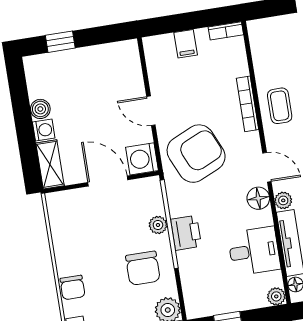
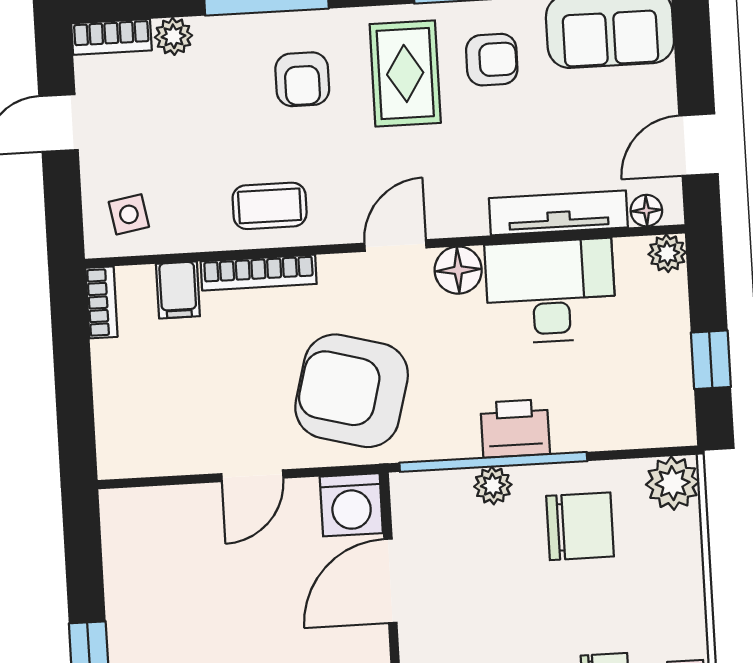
side table: (269, 40) -> (129, 214), added
filing cabinet: (186, 44) -> (178, 290), moved, turned 90
armchair: (196, 154) -> (352, 391), turned -51
plant: (283, 200) -> (468, 218), removed
desk: (254, 251) -> (551, 291), width x1.37

